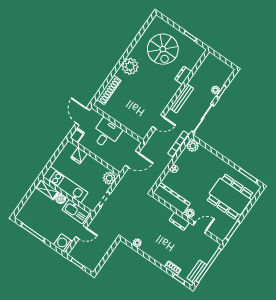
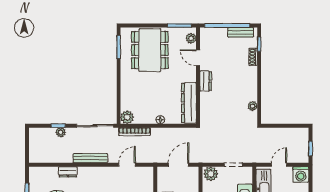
door: (158, 122) -> (127, 165), hinge flipped
door: (132, 159) -> (178, 165), hinge flipped
plant: (190, 213) -> (191, 38), moved
door: (81, 232) -> (279, 165), hinge flipped

